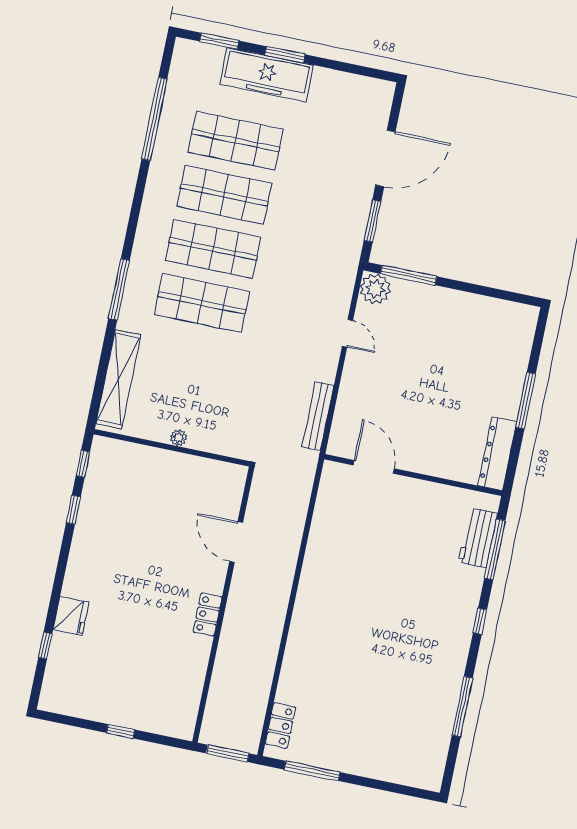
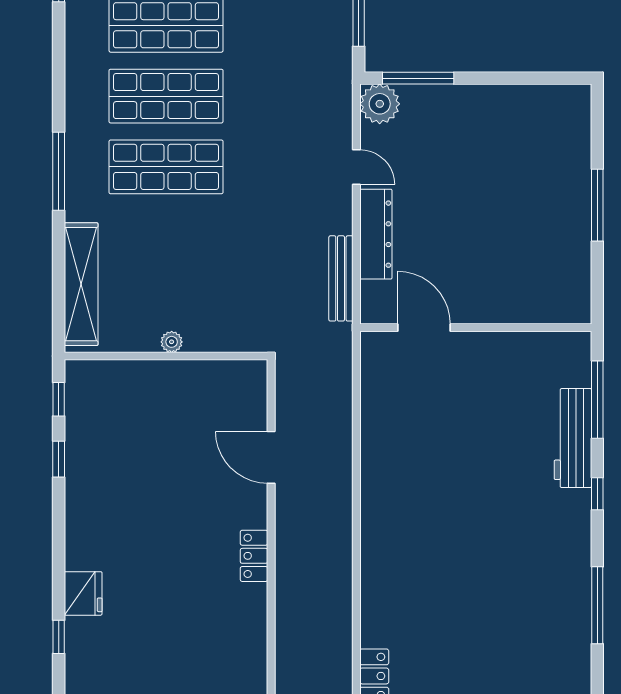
dresser: (497, 454) -> (376, 234), moved, turned 180
workbench: (478, 538) -> (573, 438), moved, width x1.38

